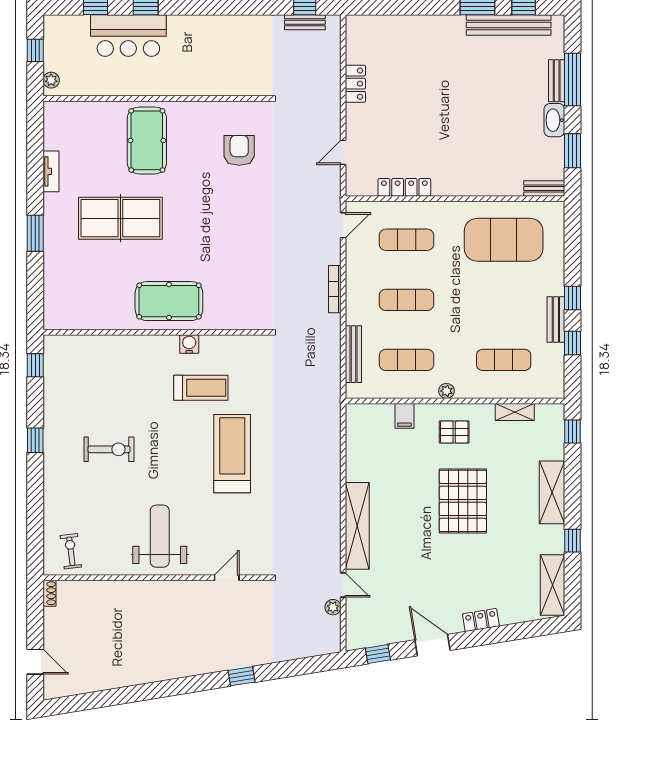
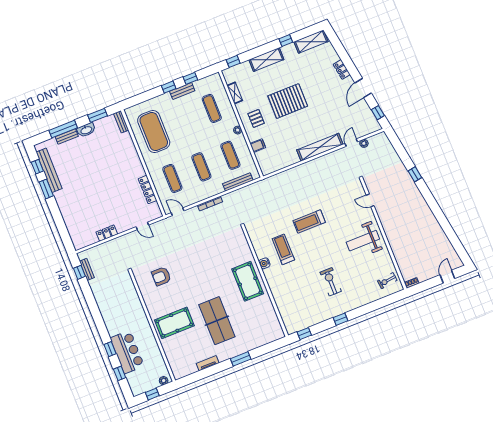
treadmill: (232, 454) -> (309, 221), width x0.73, depth x0.73

